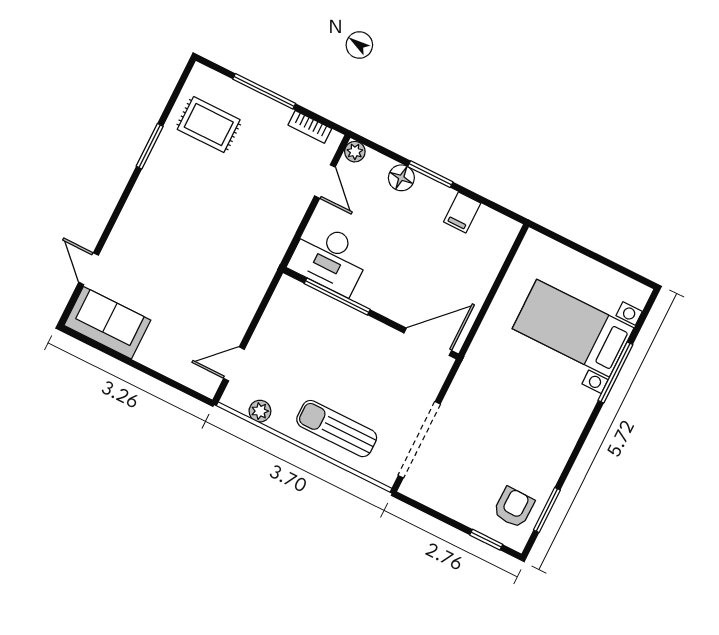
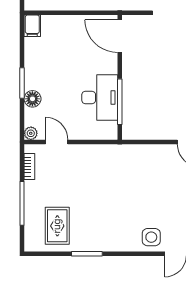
door: (325, 182) -> (57, 142), hinge flipped
filing cabinet: (462, 212) -> (32, 26), moved, turned 90
side table: (128, 247) -> (151, 237), added
desk: (330, 258) -> (100, 97), moved

